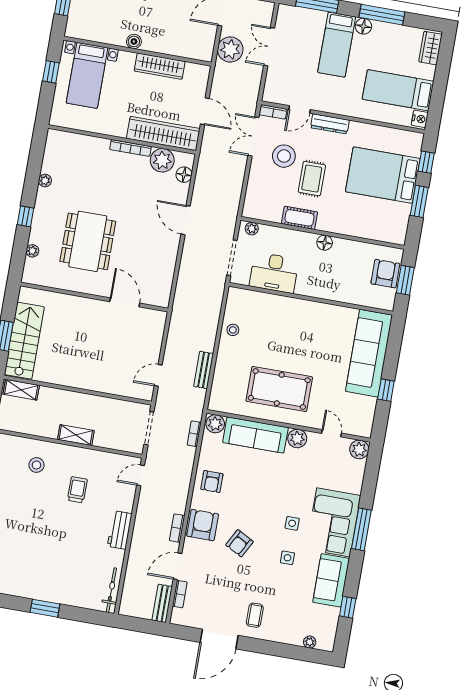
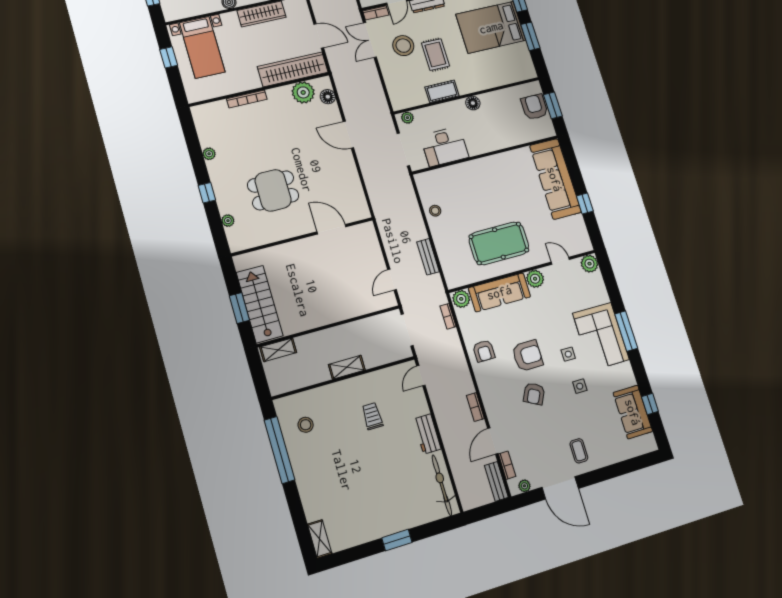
bookcase: (130, 148) -> (247, 99), moved
dining table: (88, 241) -> (273, 190), width x0.73
stool: (36, 465) -> (306, 425), moved
armchair: (203, 525) -> (527, 356), moved, turned 90
sofa: (331, 580) -> (633, 412), moved
bicycle: (111, 590) -> (442, 485), width x1.37, depth x1.40
door: (219, 639) -> (560, 488), hinge flipped
plant: (310, 642) -> (524, 486), moved

